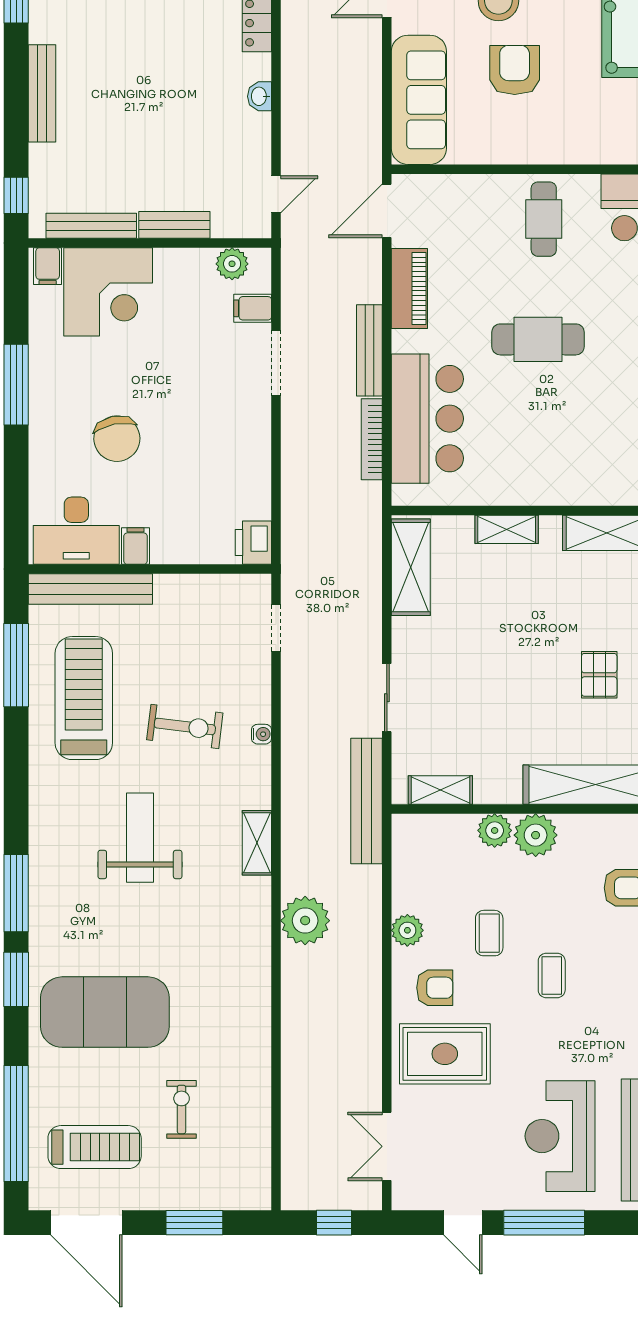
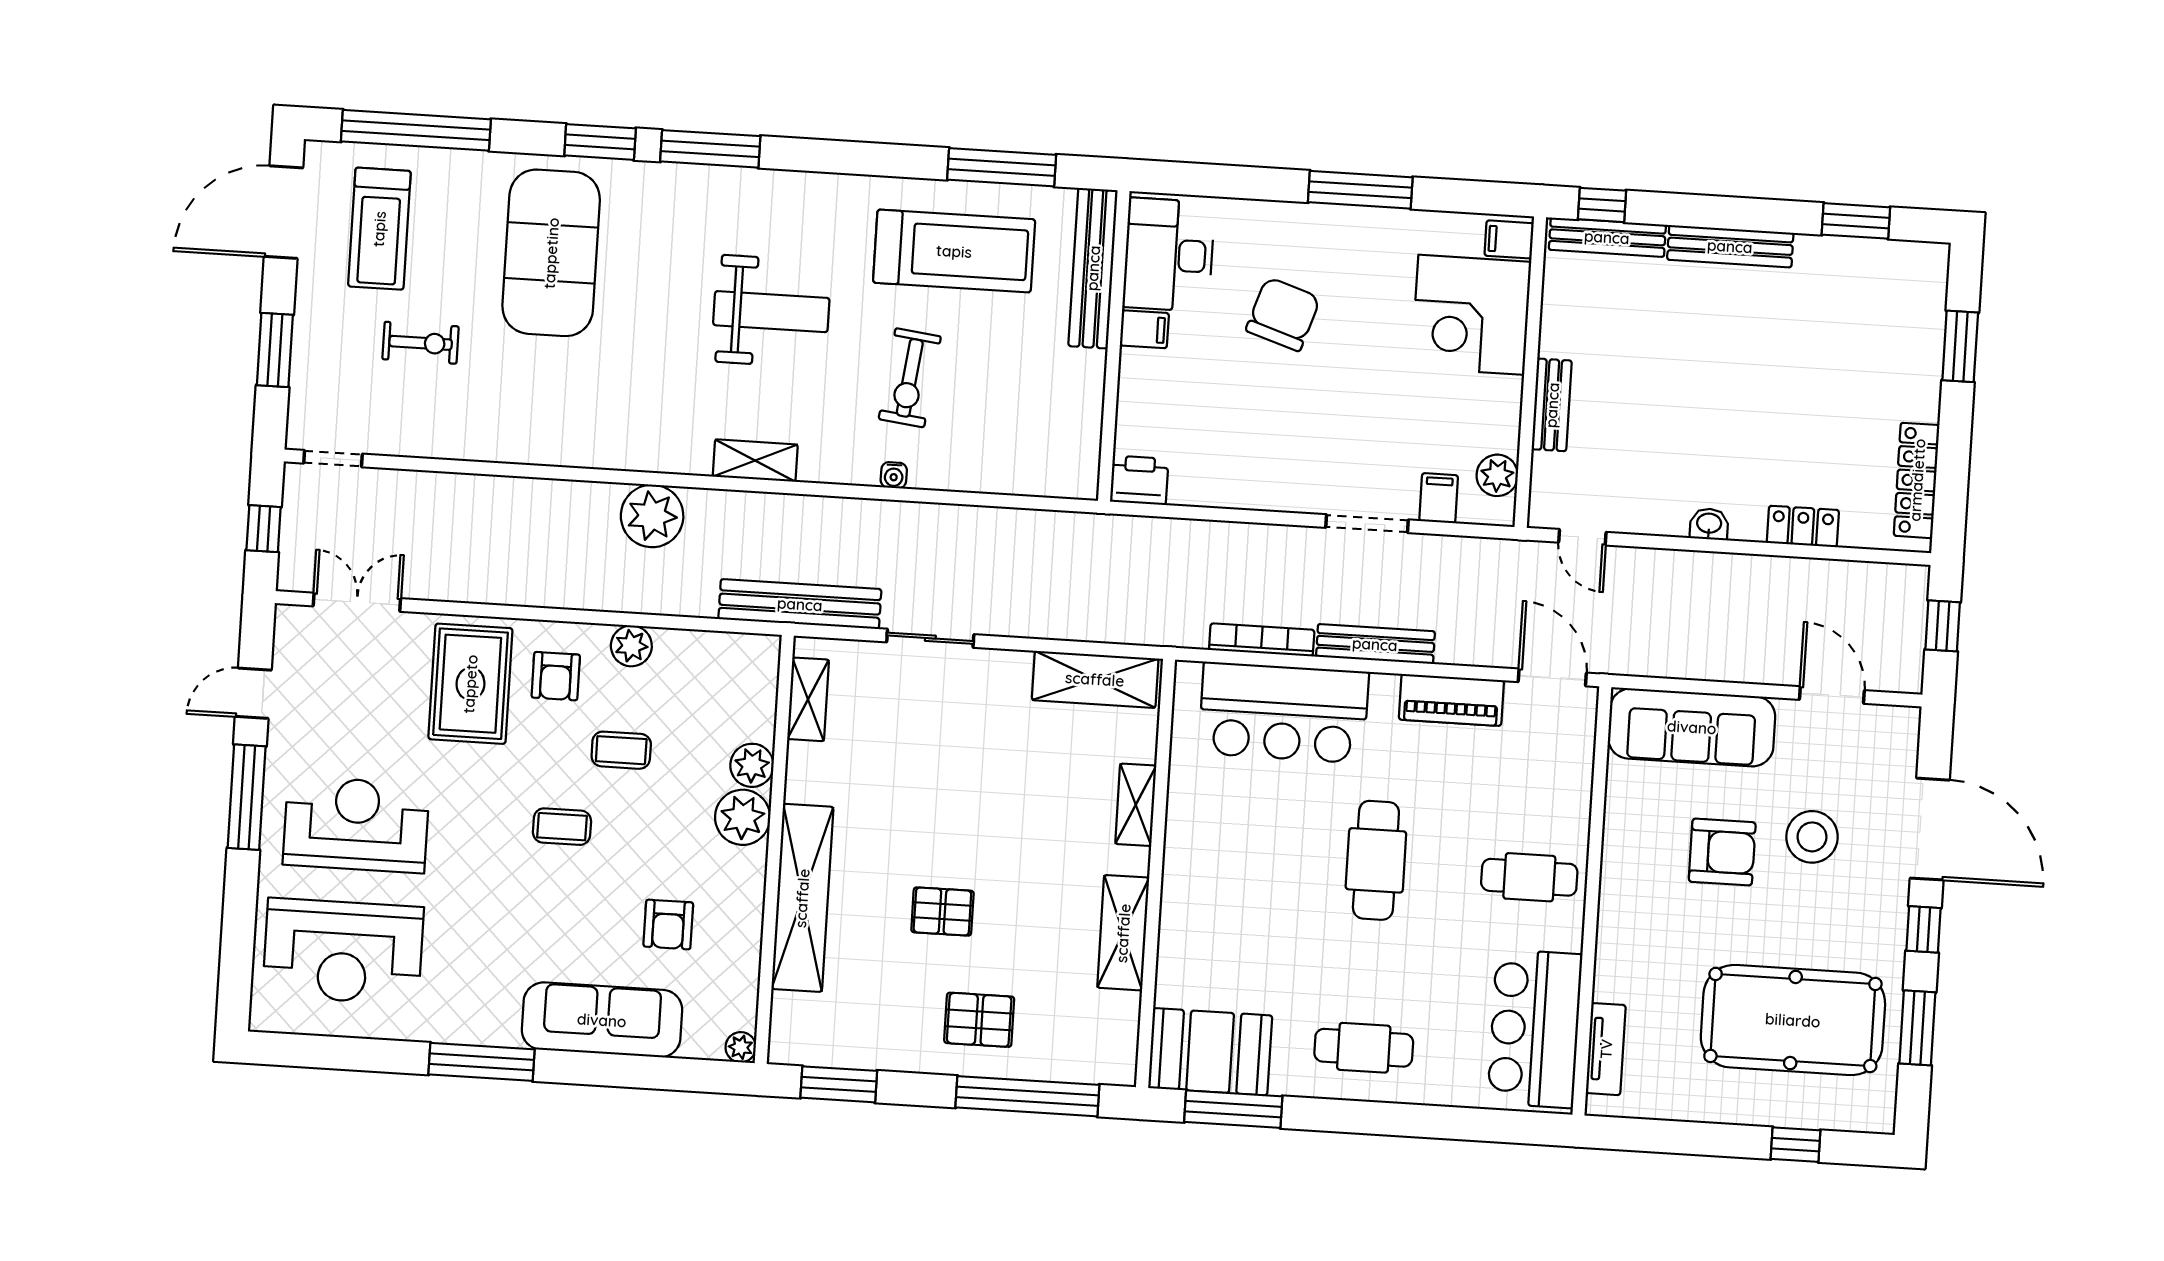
bench: (91, 226) -> (1607, 237), moved, turned 90
chair: (117, 439) -> (1283, 314), turned 119
doorway: (276, 628) -> (333, 459), moved

